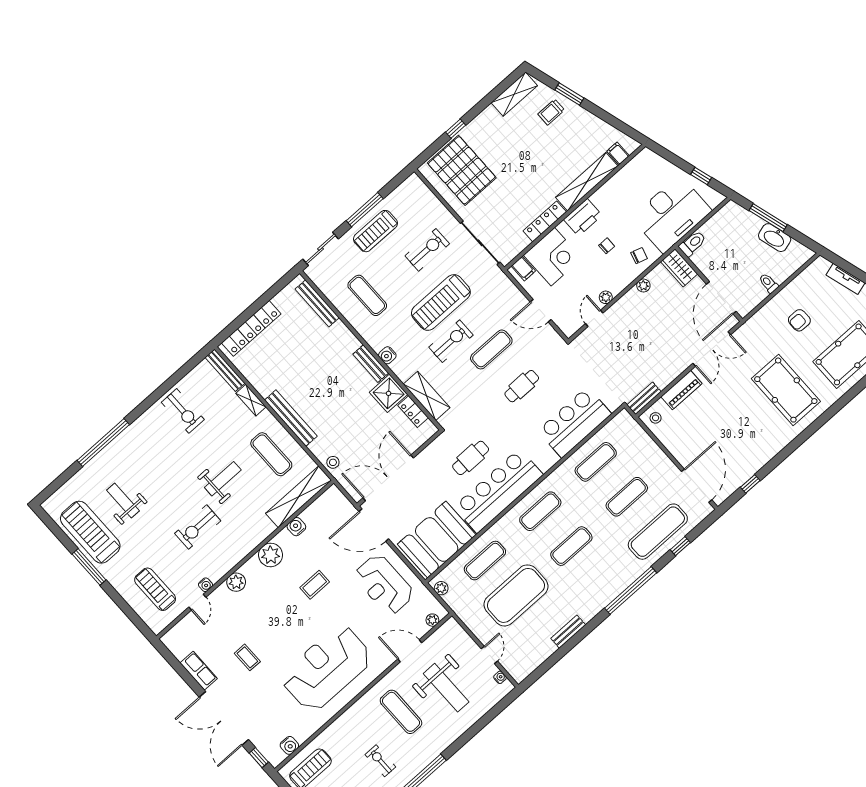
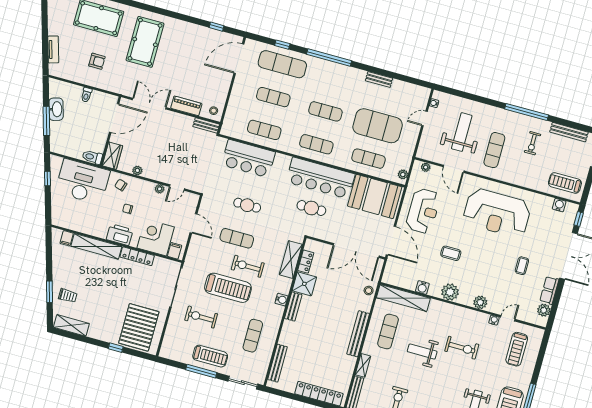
plant: (180, 649) -> (544, 310), added

